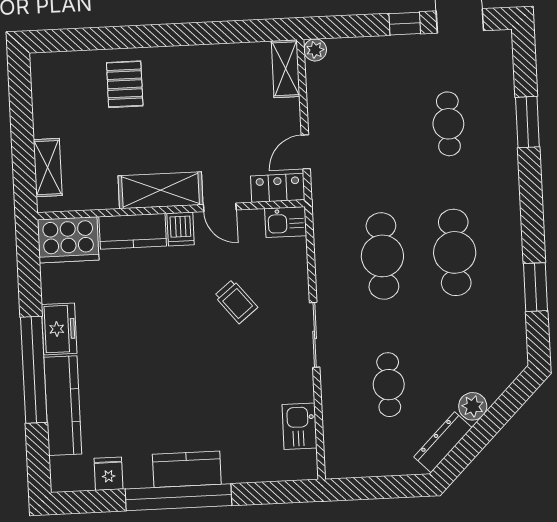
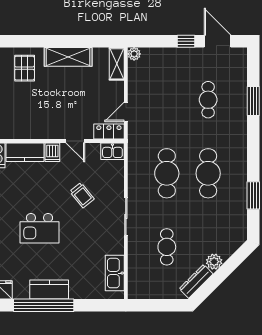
shelving: (161, 190) -> (68, 57), moved
kitchen island: (165, 363) -> (39, 228), added
kitchen sink: (299, 426) -> (115, 273), width x1.38

